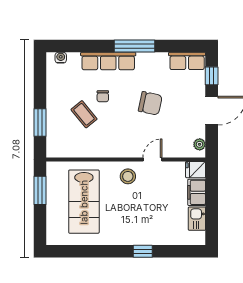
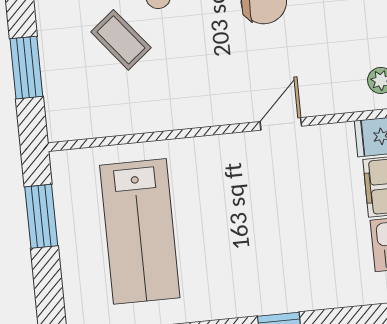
stool: (128, 176) -> (231, 166), removed

